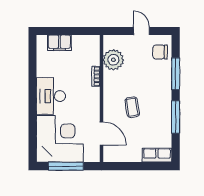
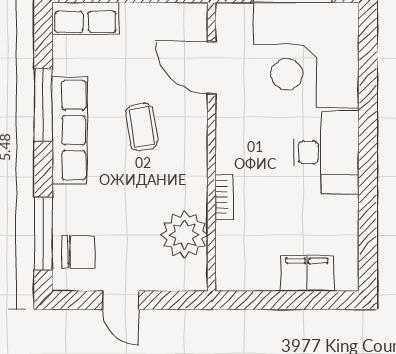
window: (176, 74) -> (43, 234), moved
row of seats: (164, 106) -> (70, 130), added

